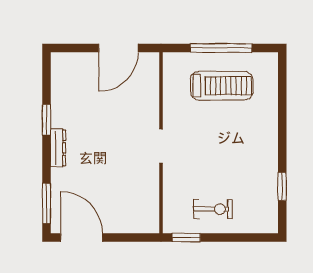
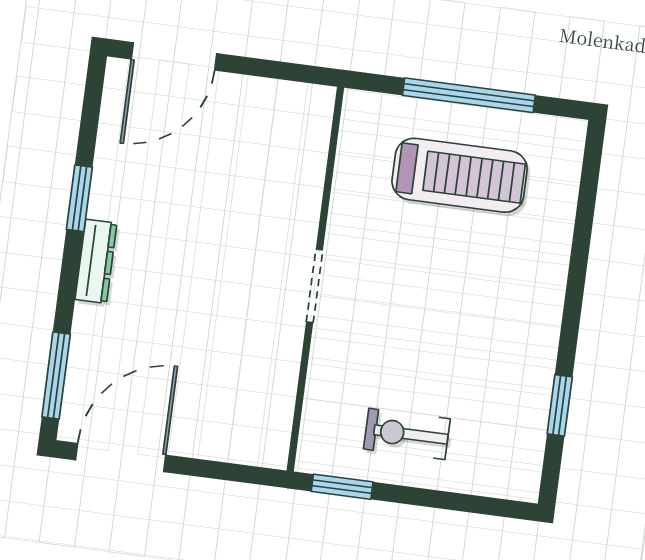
door: (118, 48) -> (174, 56), moved
exercise bike: (213, 209) -> (407, 434), turned 180
door: (82, 238) -> (121, 457), hinge flipped

